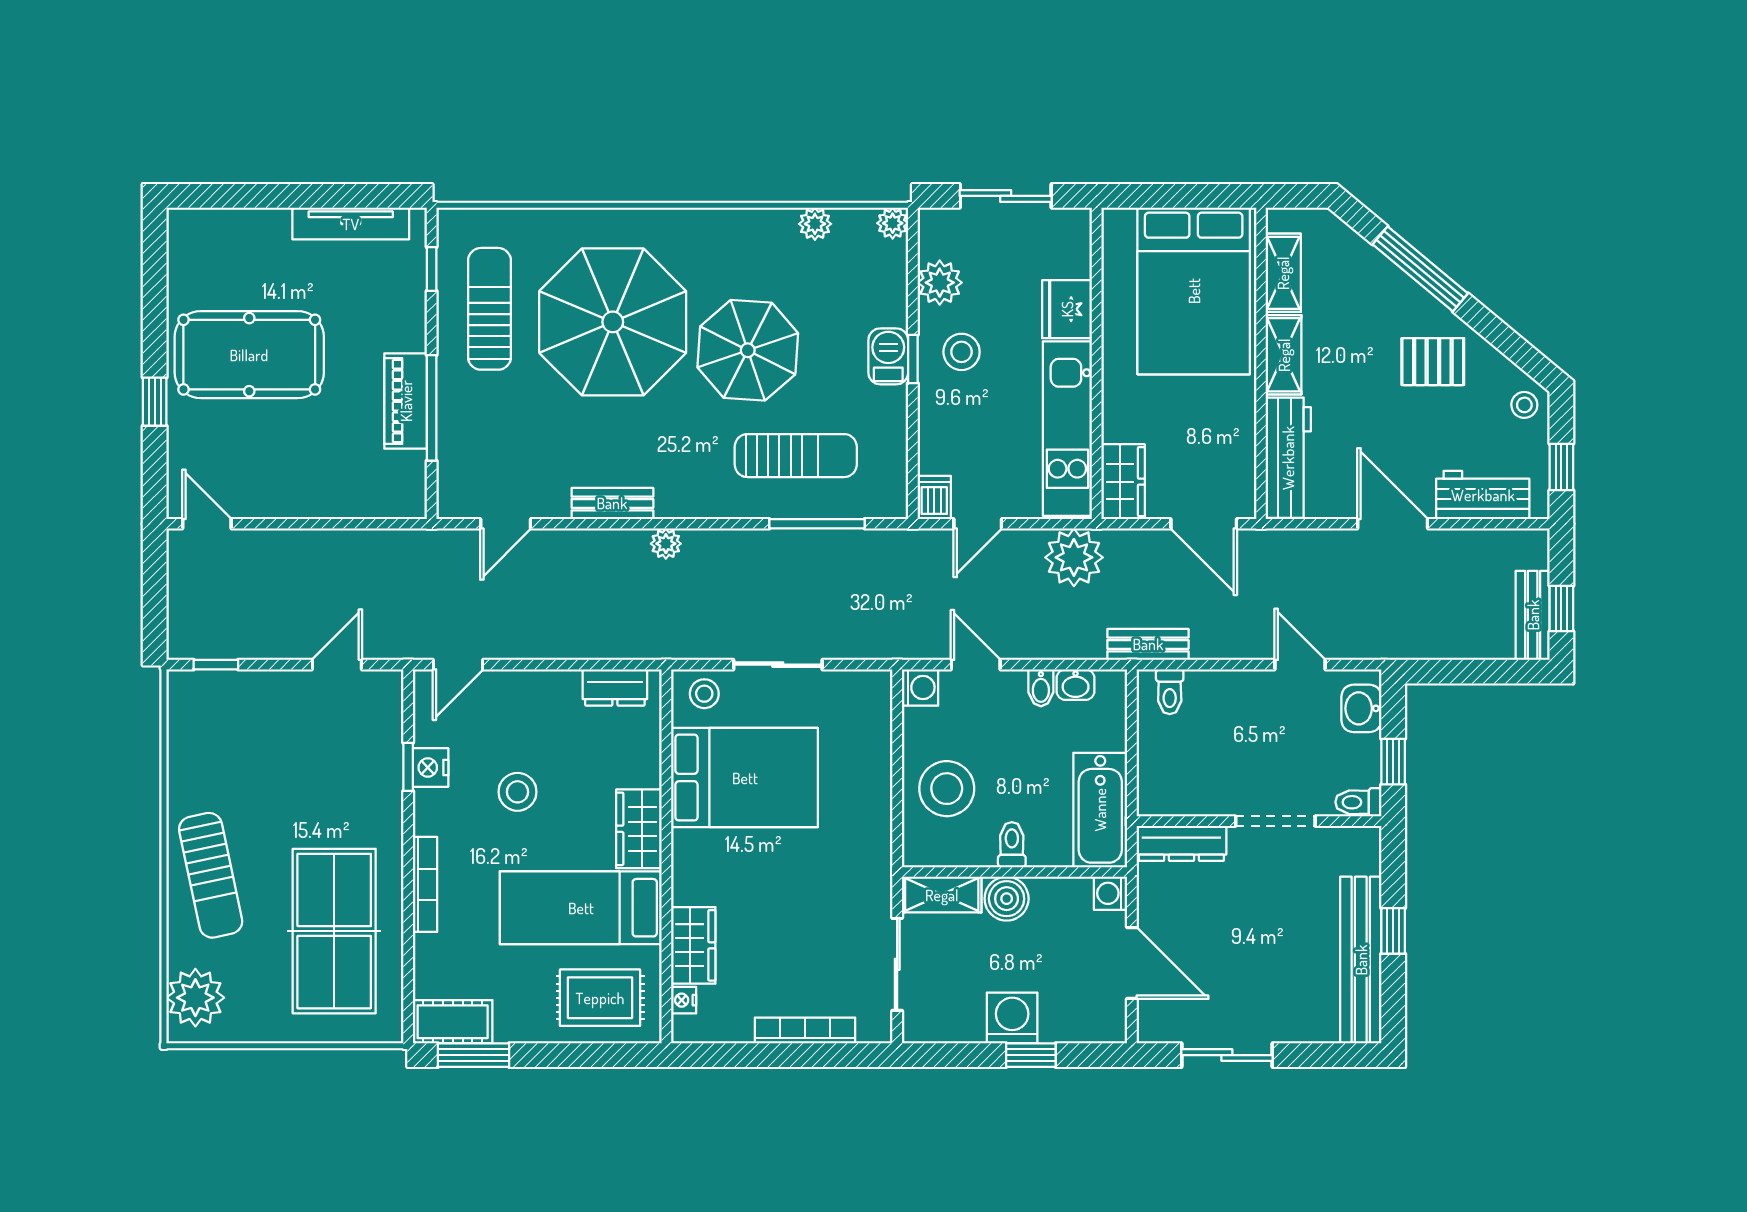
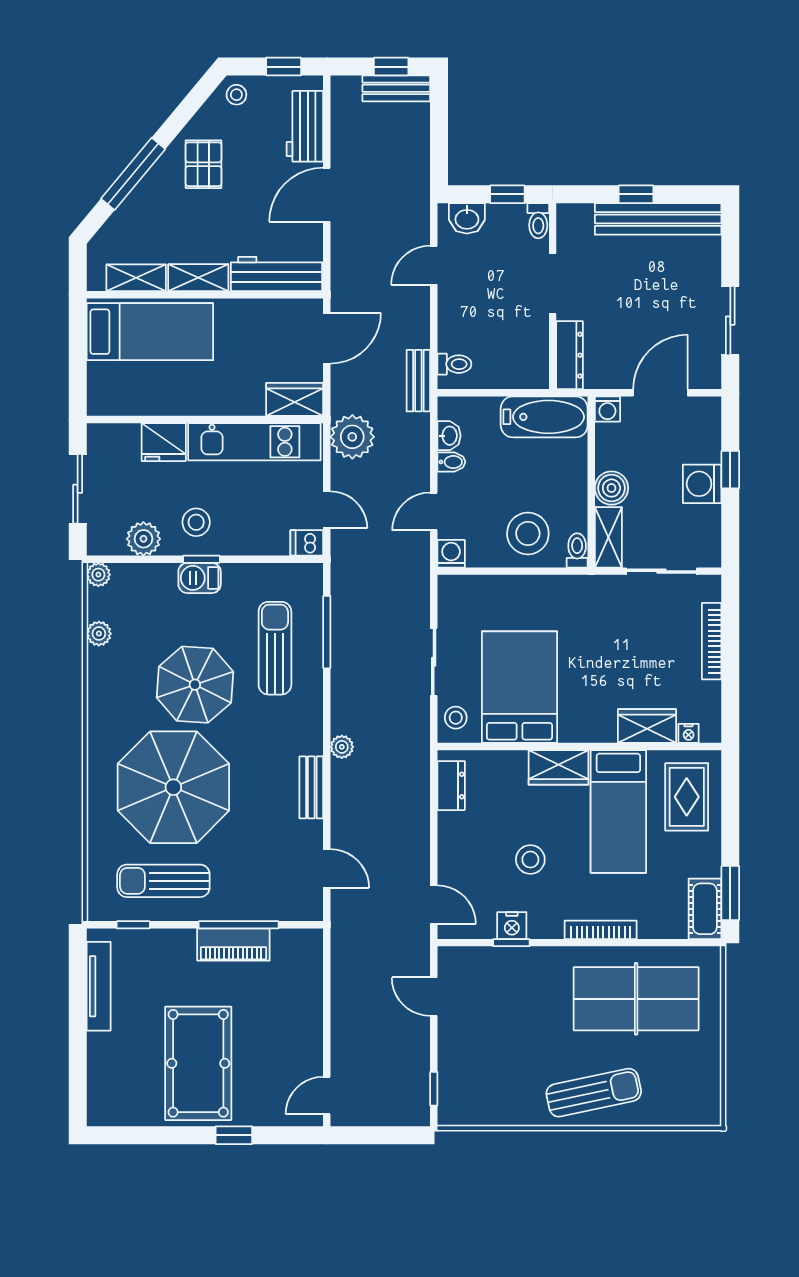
bed: (1194, 291) -> (150, 332), width x0.67
toilet: (1012, 845) -> (577, 550), moved, turned 90
plant: (195, 998) -> (687, 1104), removed

